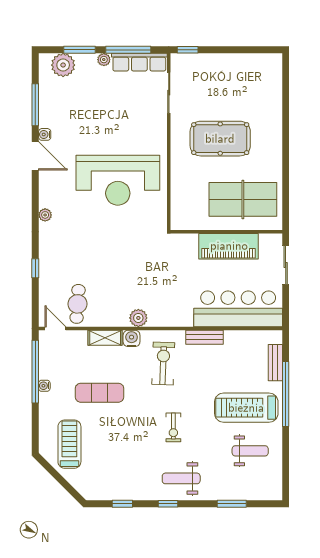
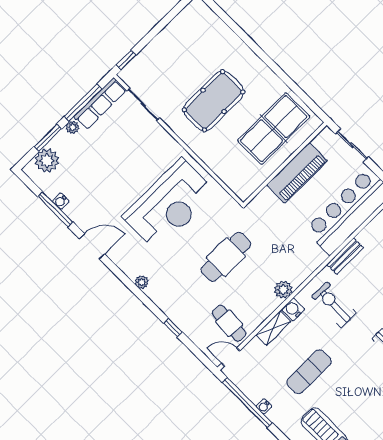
water cooler: (45, 134) -> (61, 201), moved
cafe table: (121, 256) -> (226, 257), added

